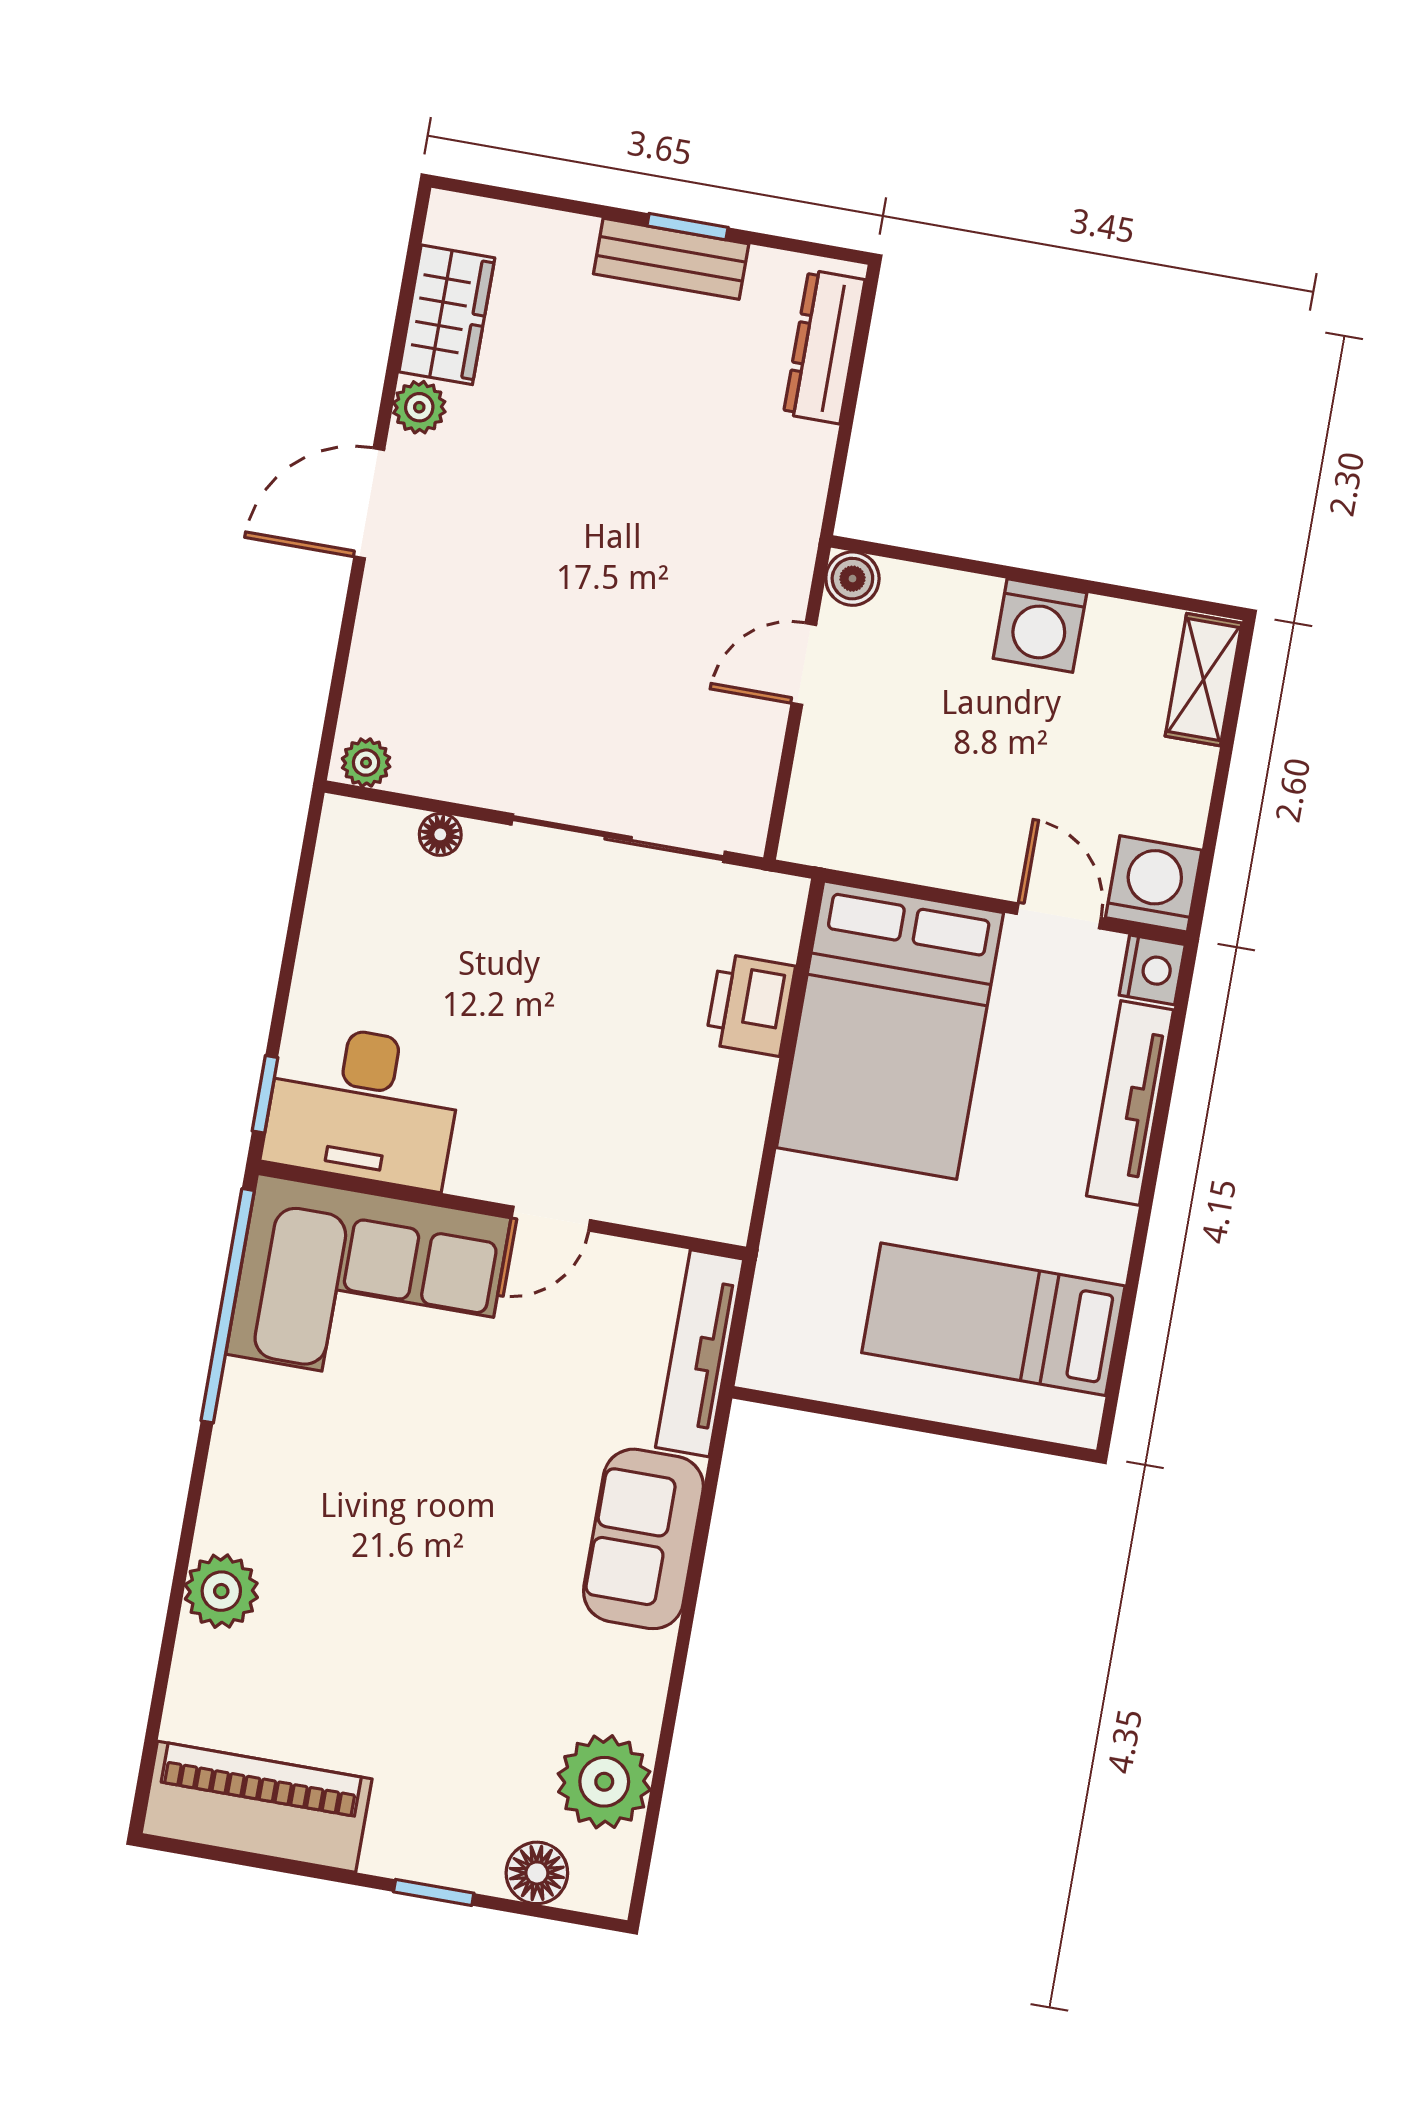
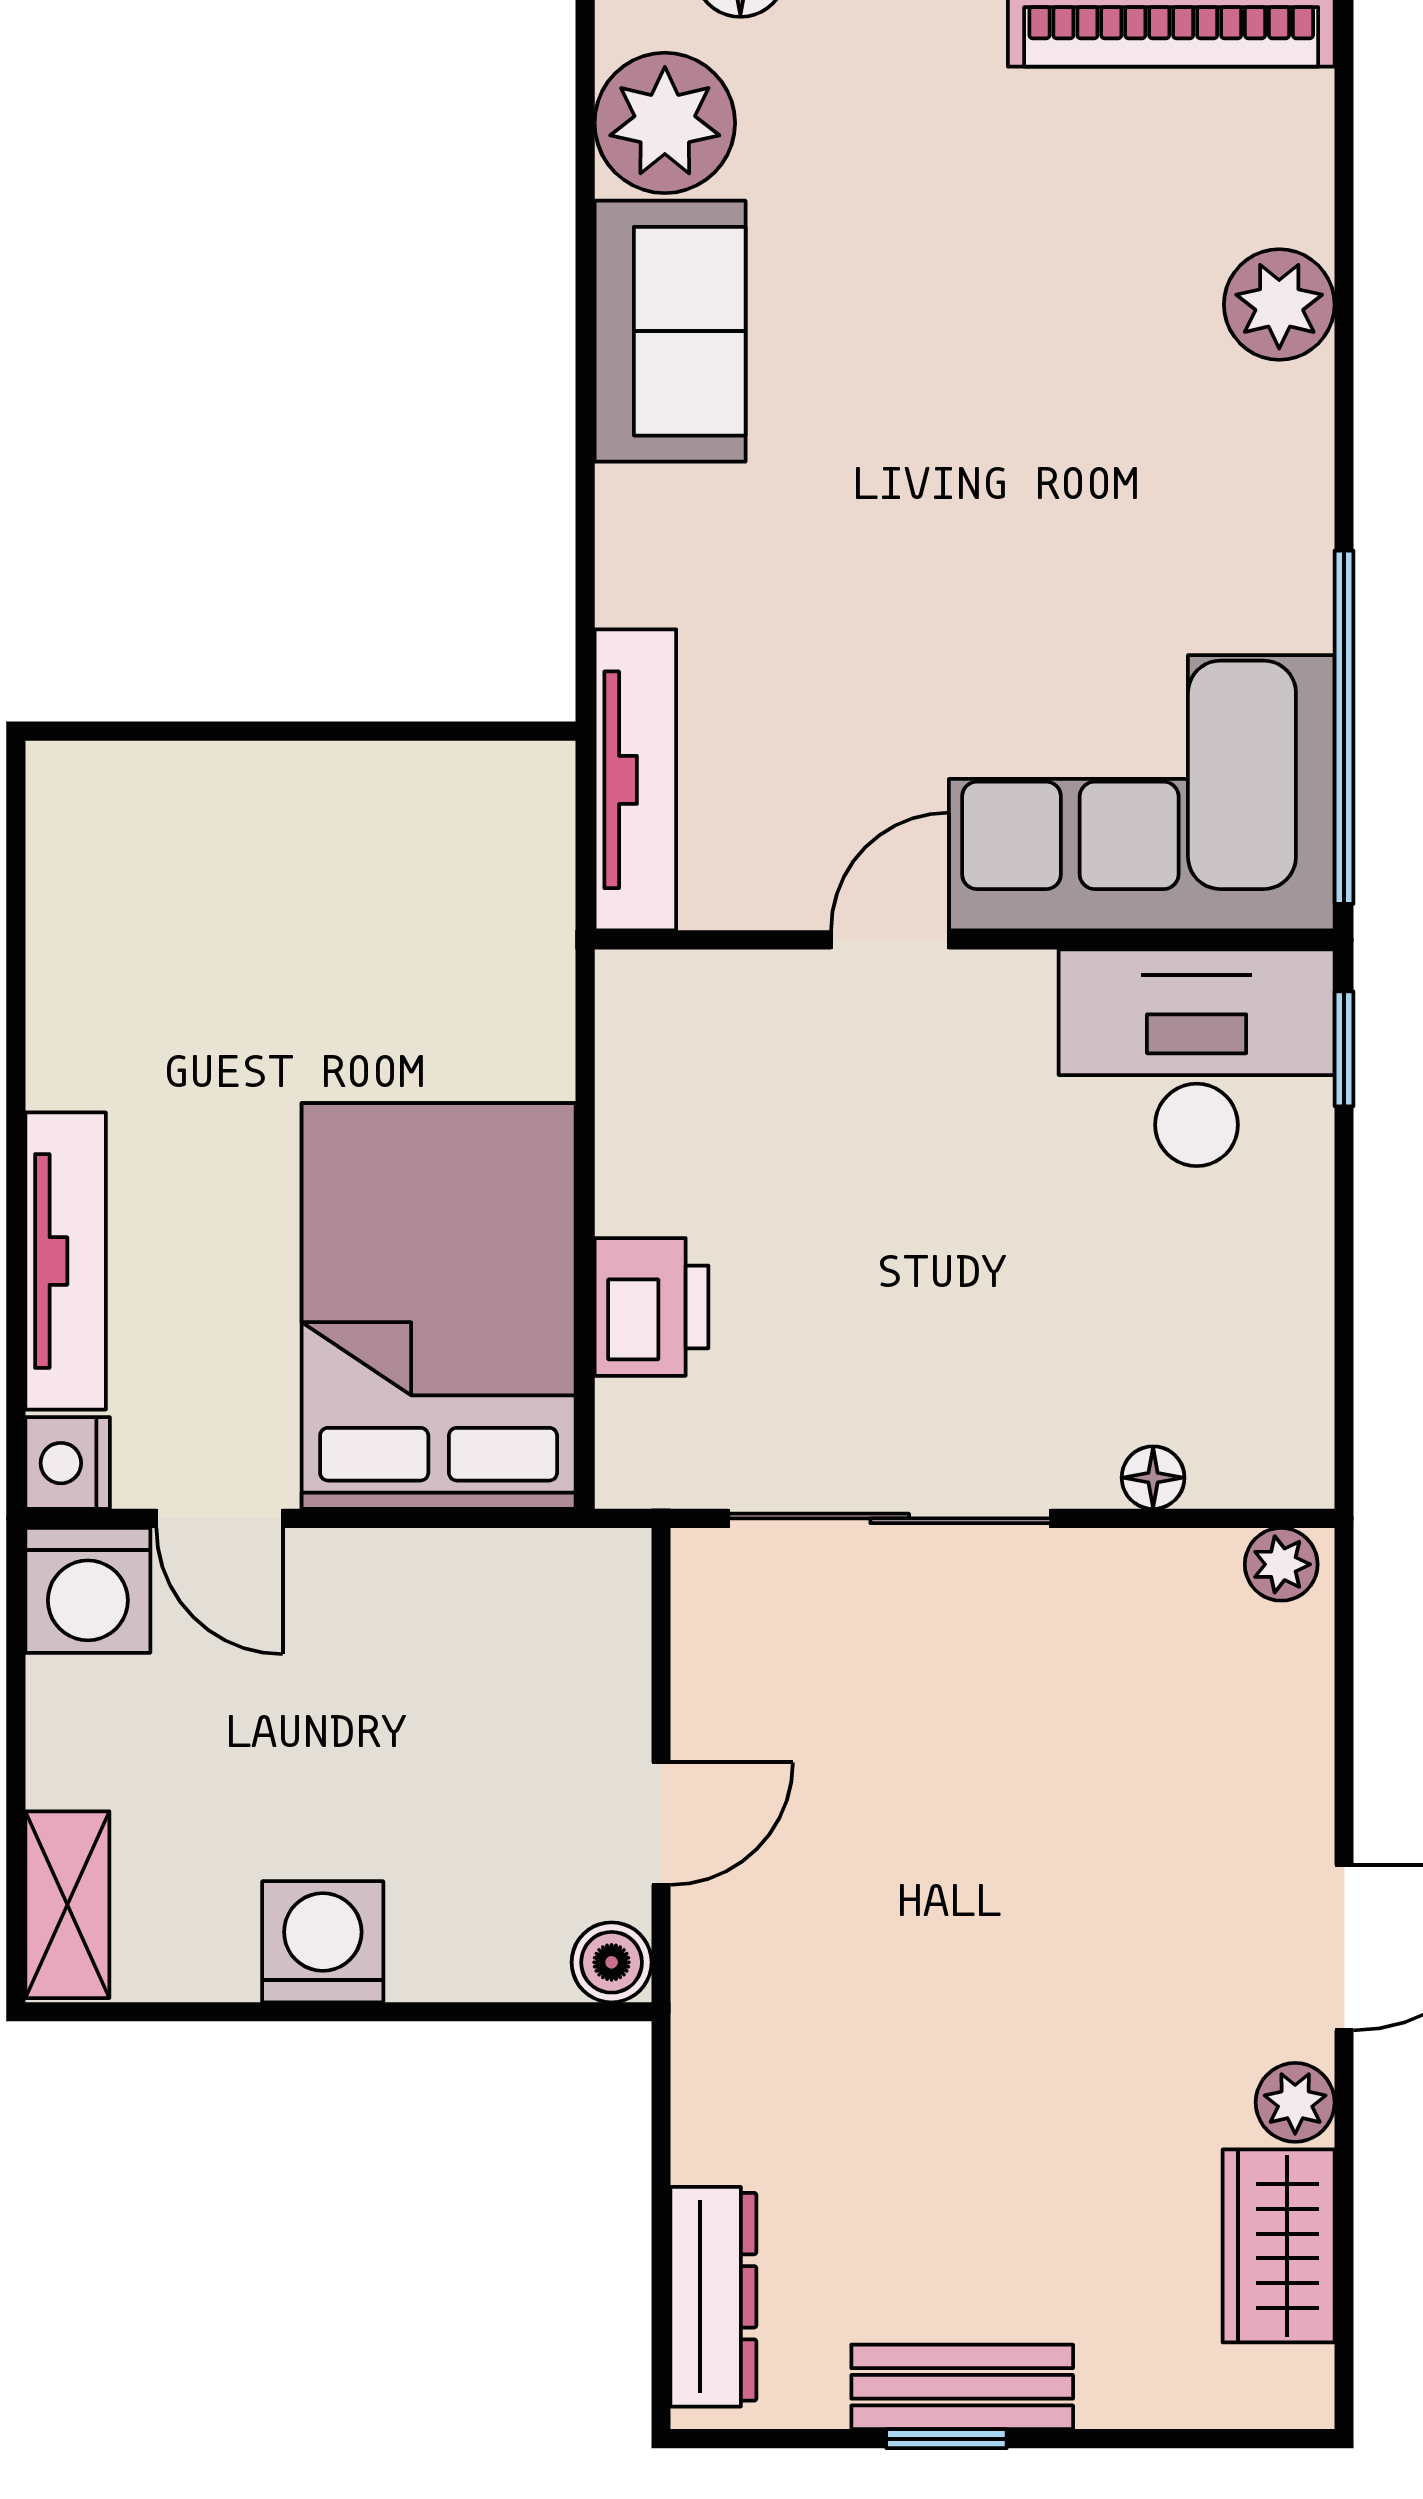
bed: (993, 1319) -> (211, 906), removed
sofa: (643, 1539) -> (670, 331), moved

